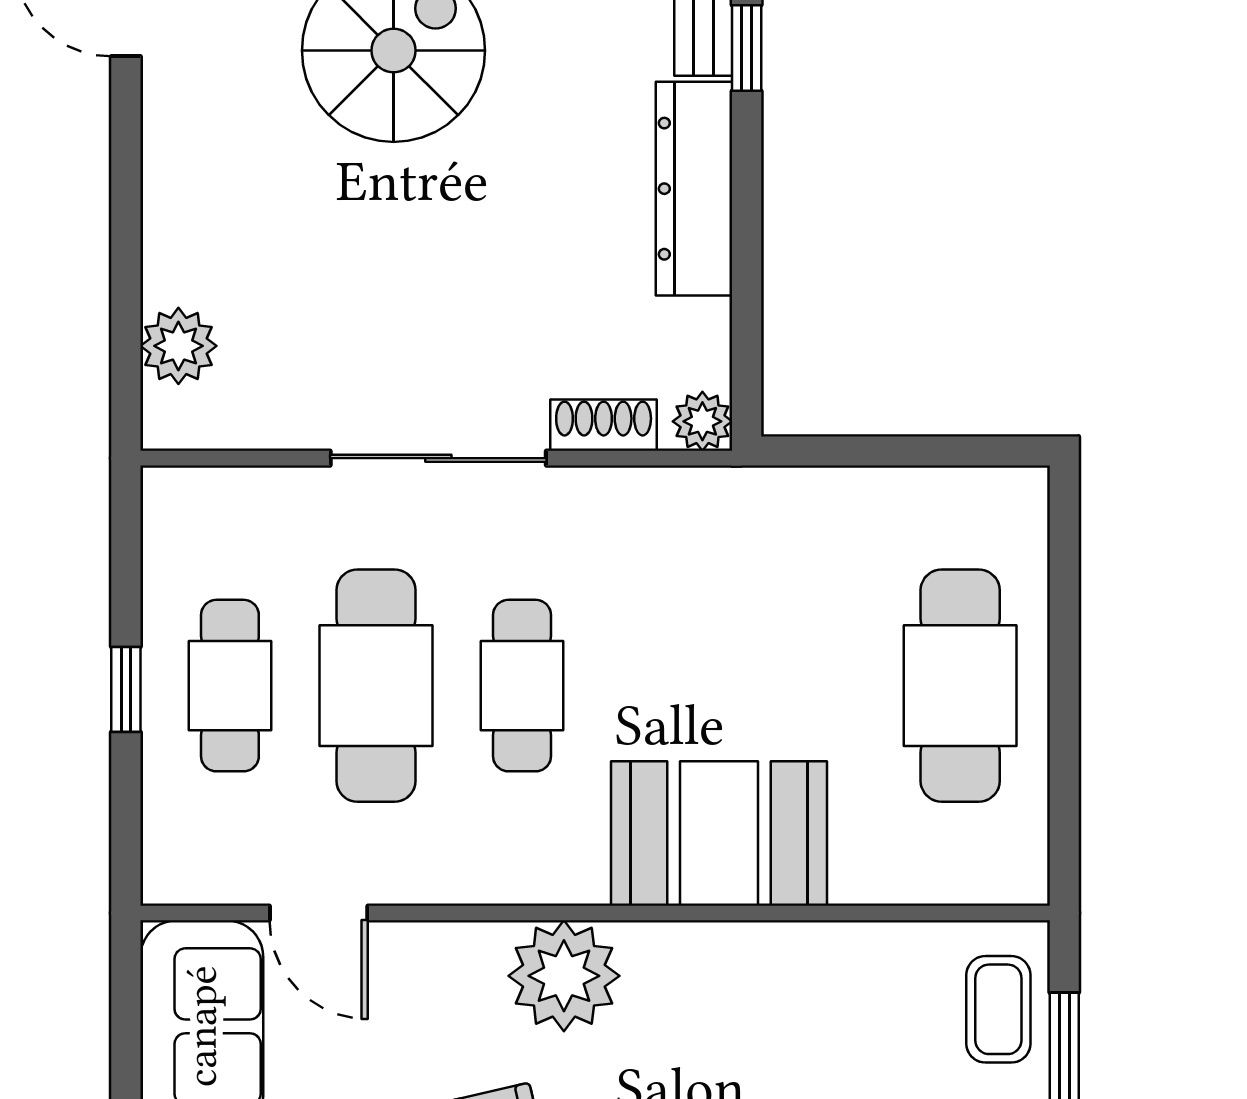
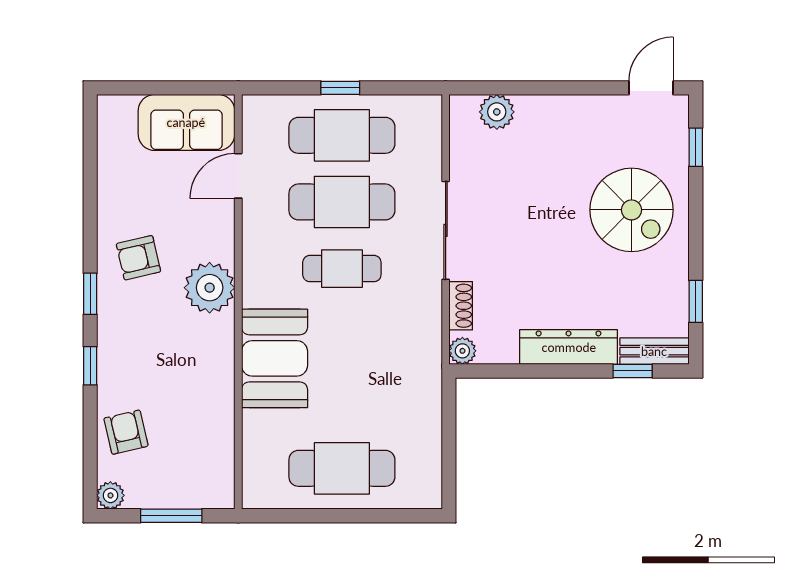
cafe table: (230, 686) -> (342, 135), width x1.37, depth x1.35
coffee table: (998, 1009) -> (194, 486), removed

